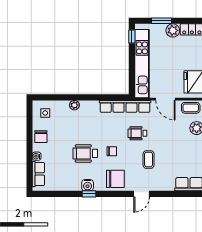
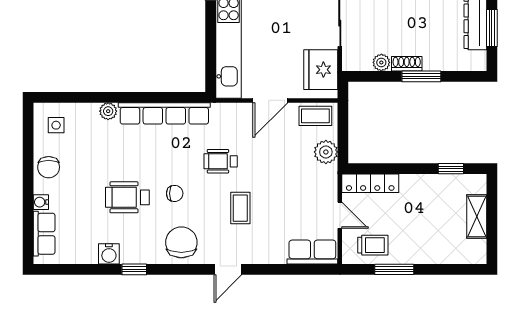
door: (165, 99) -> (270, 100), hinge flipped
row of seats: (125, 106) -> (164, 113), moved
chair: (115, 179) -> (181, 242), turned -90
water cooler: (88, 185) -> (109, 254), moved

